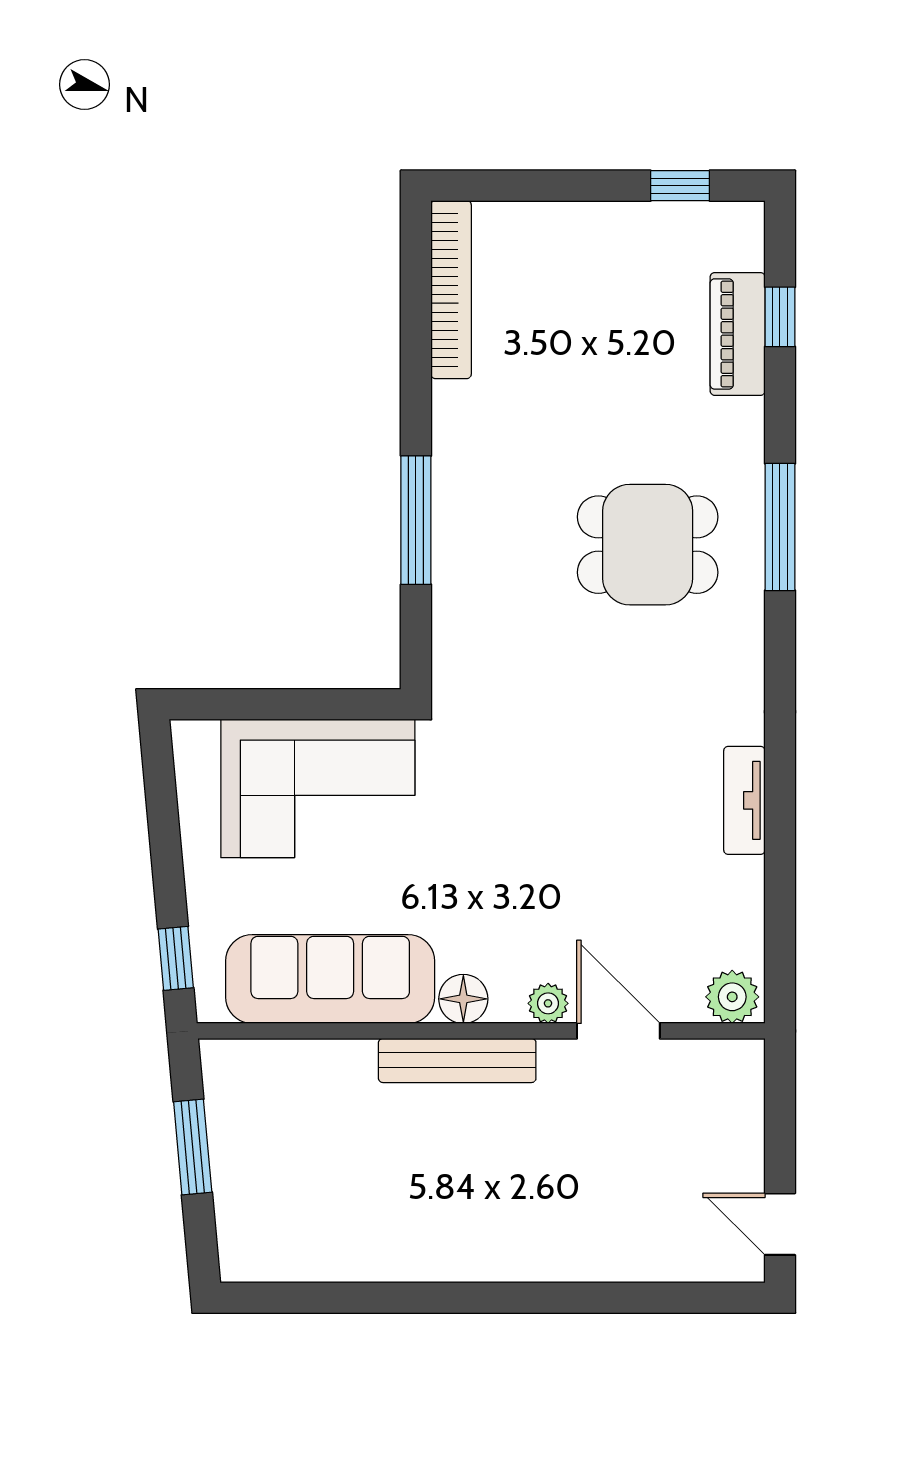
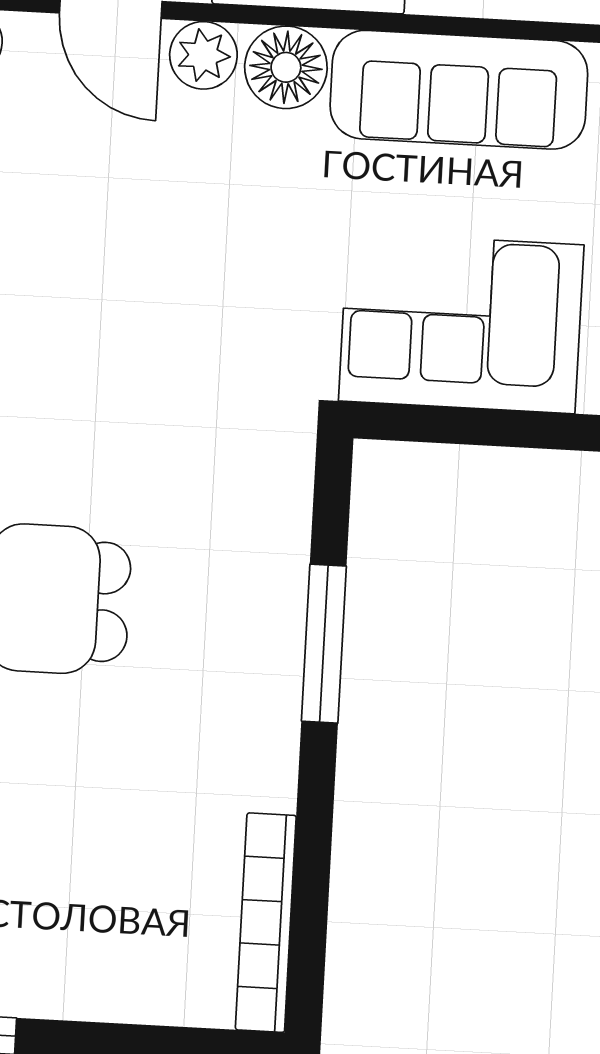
floor lamp: (463, 999) -> (286, 67), width x1.38, depth x1.38
plant: (548, 1003) -> (203, 55), width x1.38, depth x1.38

